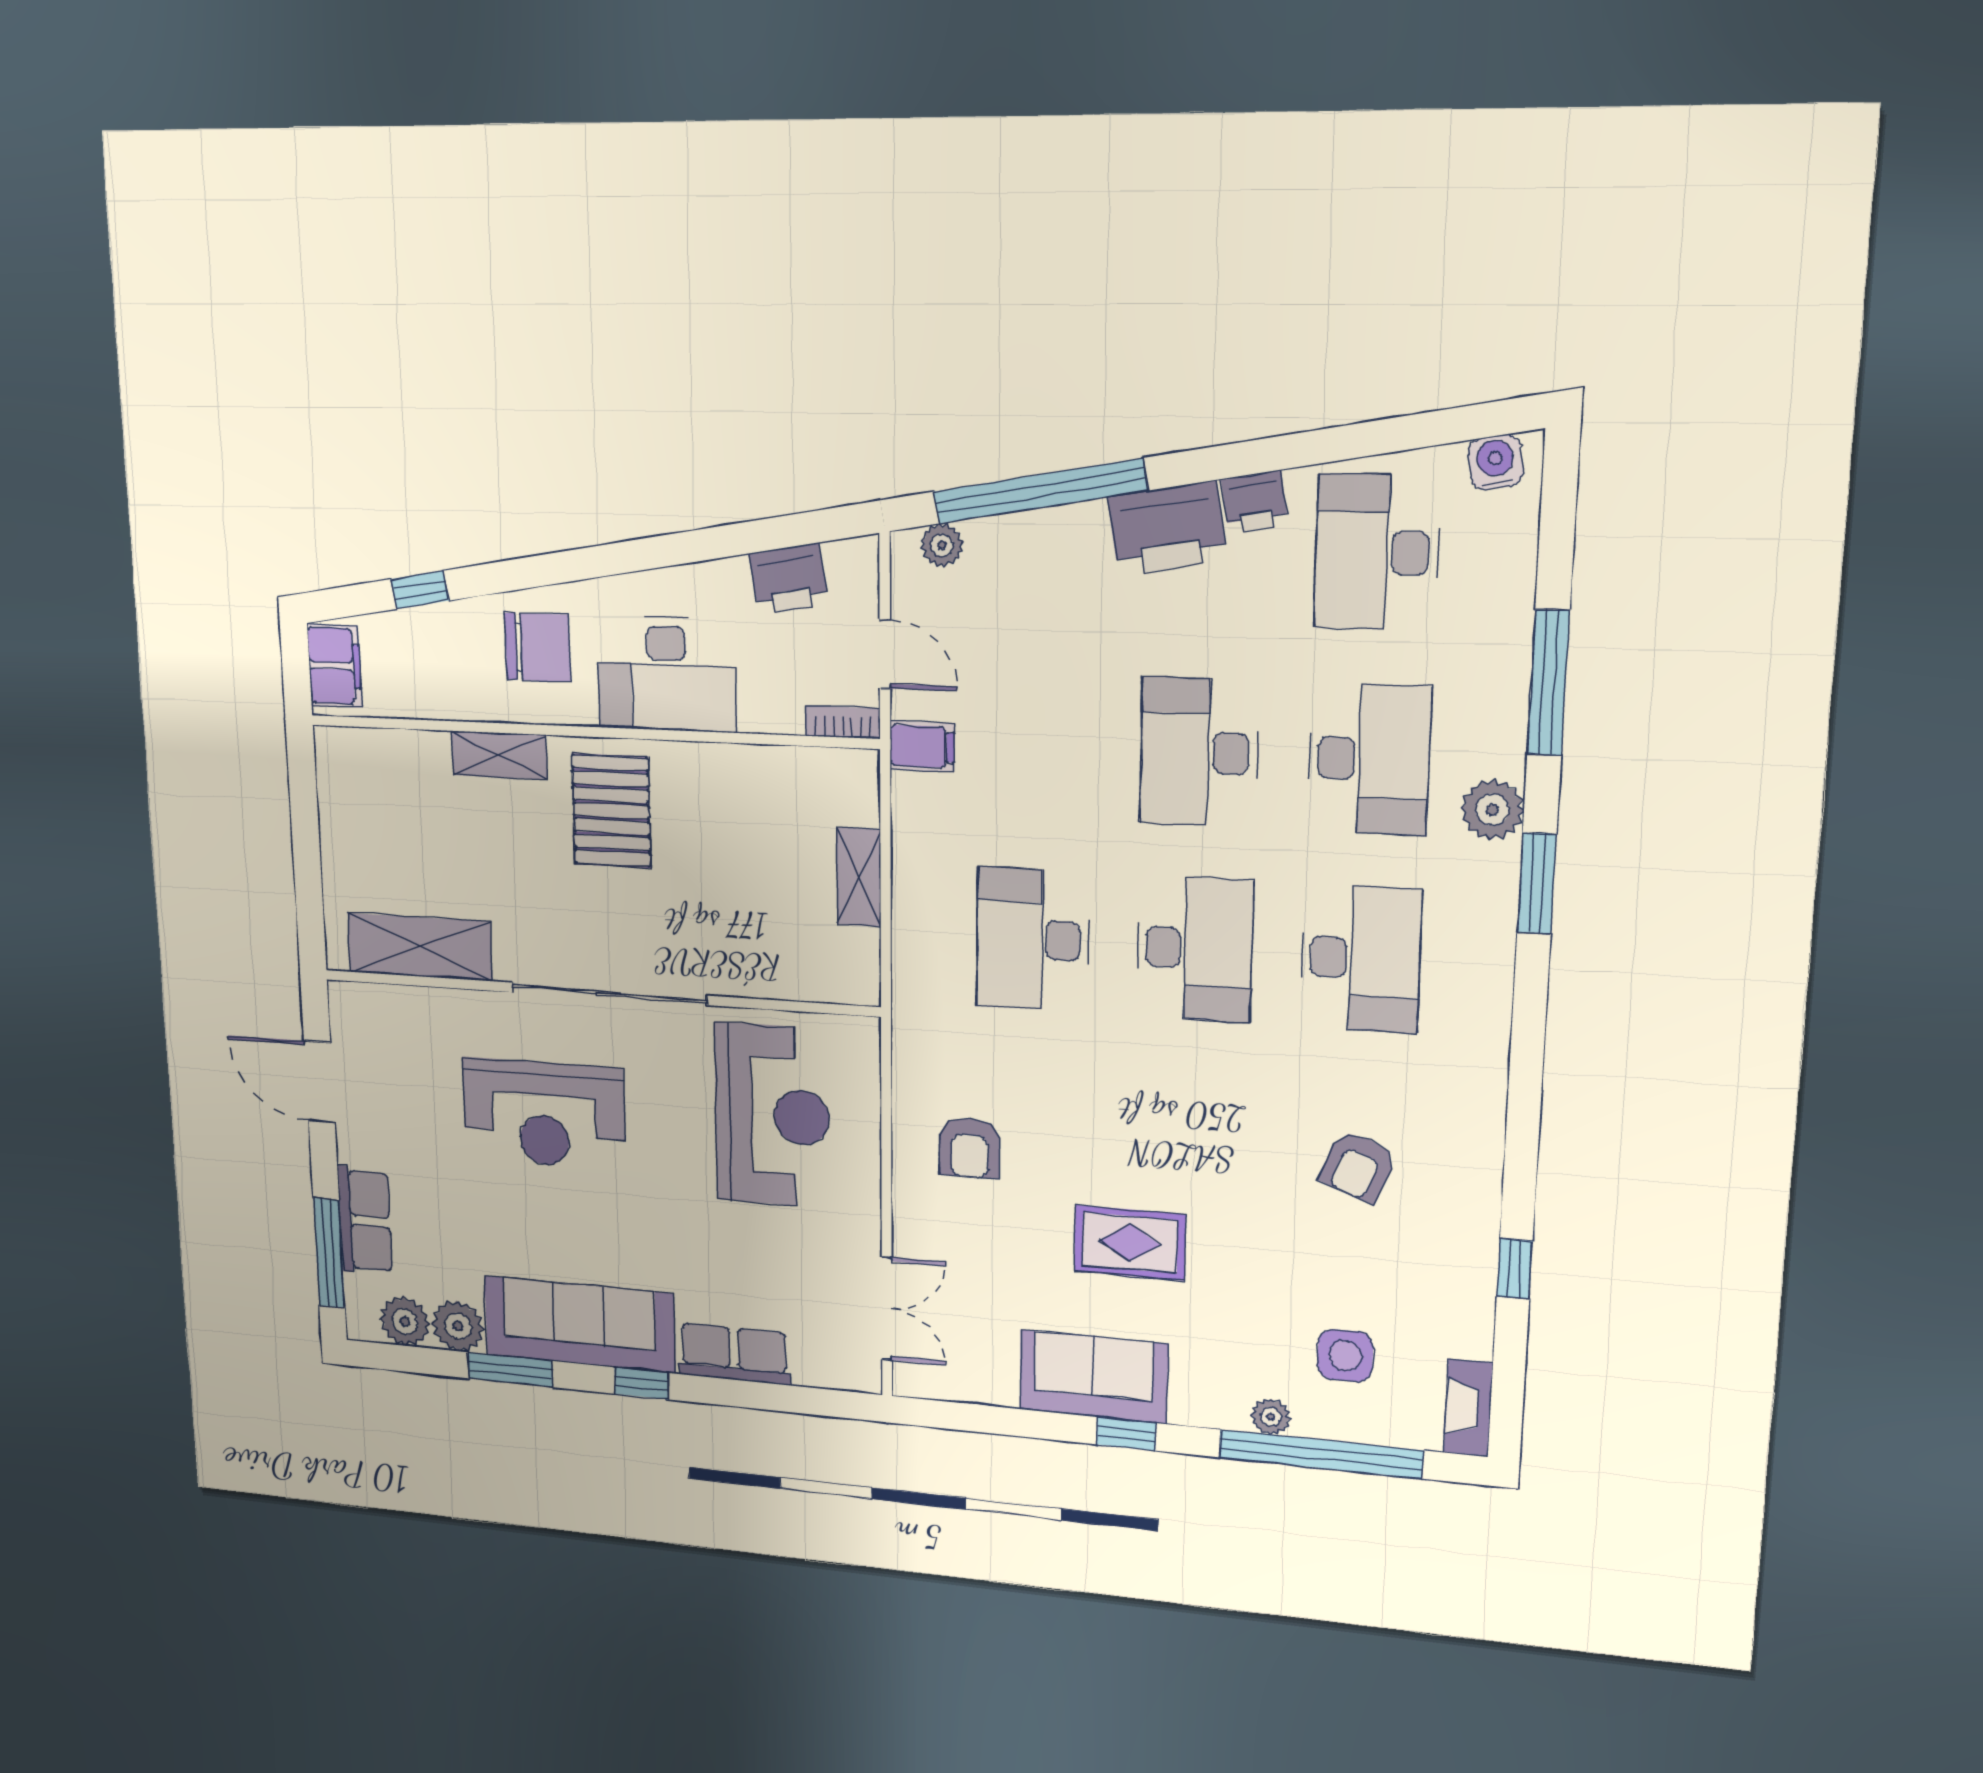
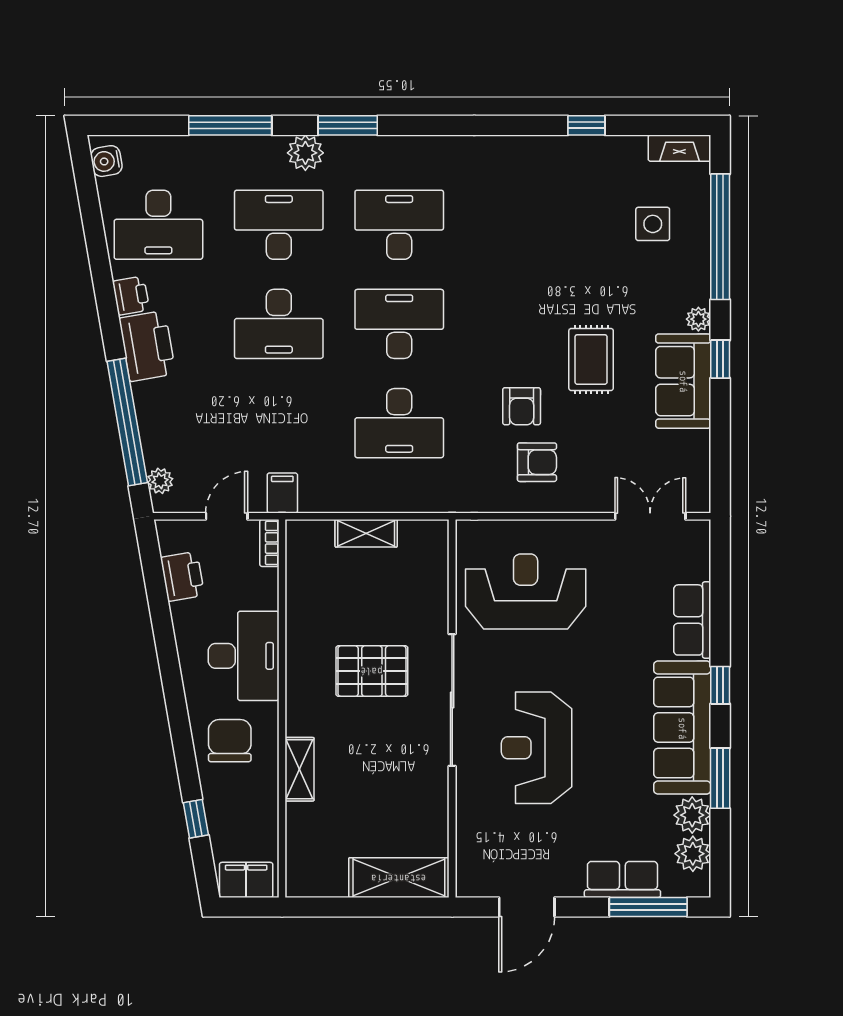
pallet: (611, 811) -> (372, 671), moved
shelving: (420, 947) -> (399, 878), moved, turned 90
reception desk: (544, 1114) -> (537, 748), turned 180
armchair: (1358, 1166) -> (522, 406), moved, turned 69
plant: (1271, 1417) -> (698, 319), moved

